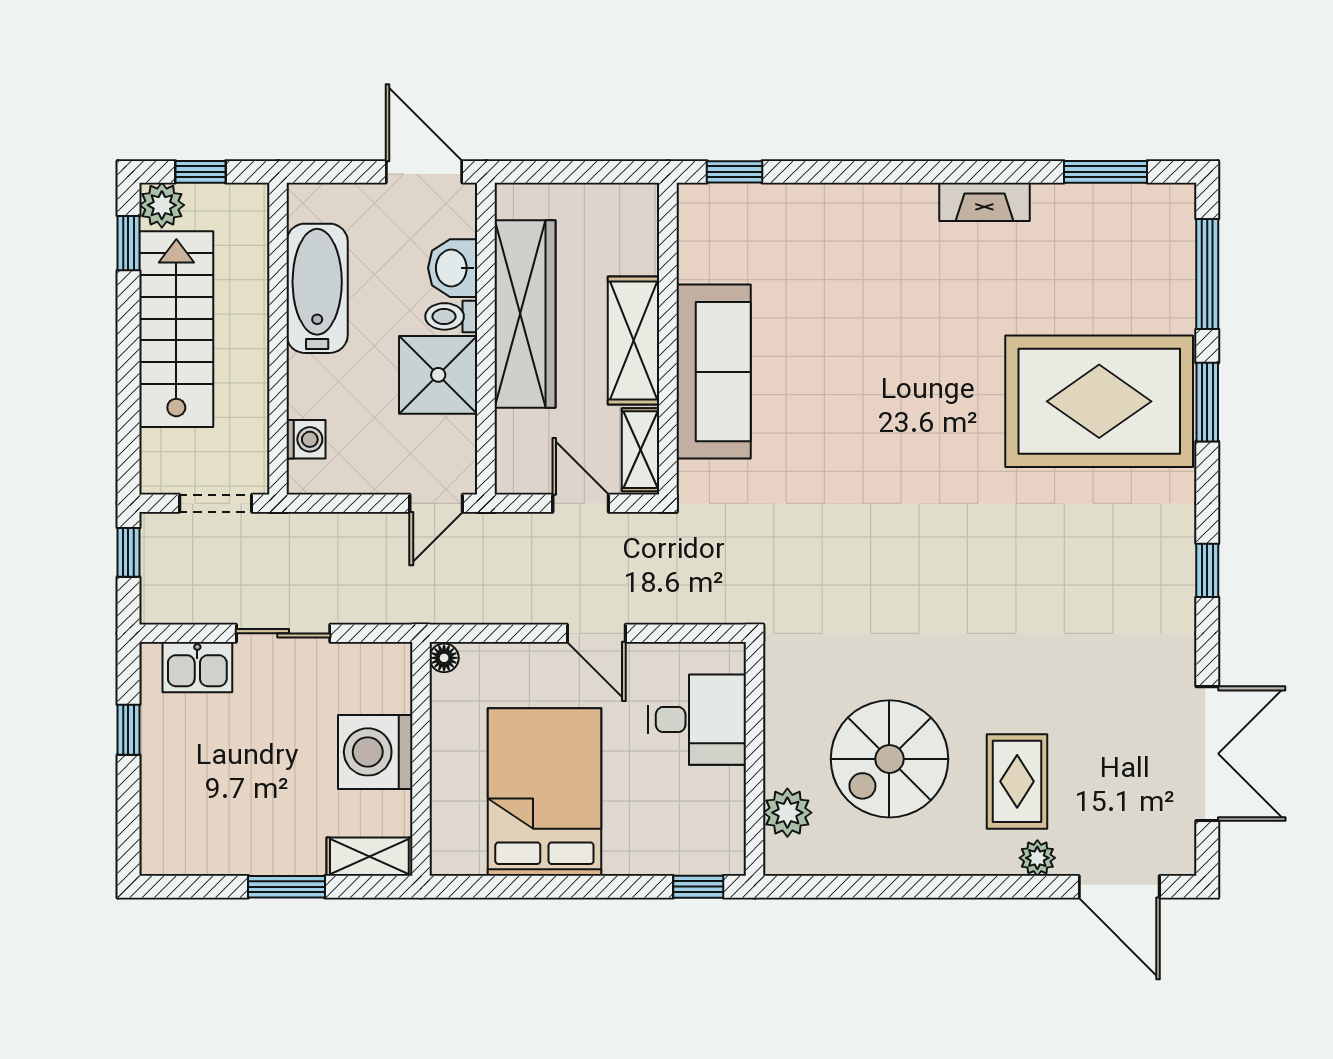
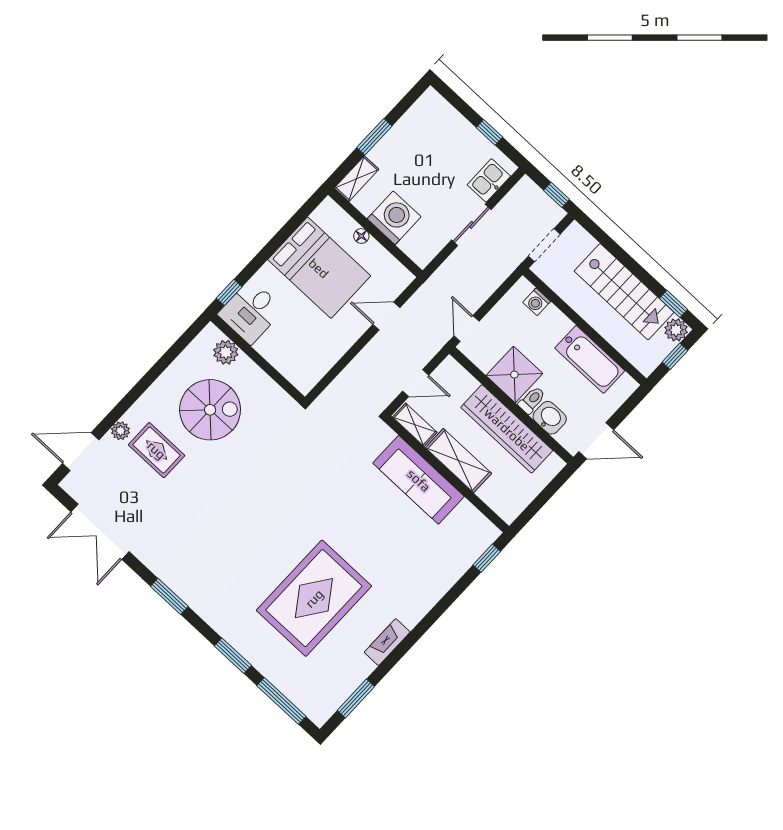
rug: (1099, 401) -> (314, 598), moved
window: (1207, 570) -> (169, 596), width x1.50
door: (596, 633) -> (386, 316), moved
floor lamp: (444, 658) -> (361, 236), moved
desk: (697, 720) -> (251, 312), moved
spiral stairs: (889, 759) -> (210, 410), turned 90

